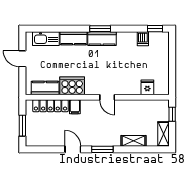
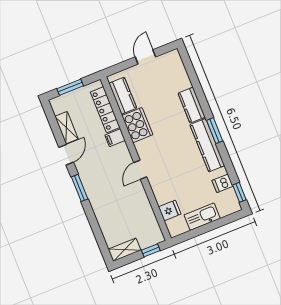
kitchen sink: (46, 39) -> (202, 217), moved, turned 90
kitchen counter: (102, 39) -> (207, 145), width x1.50
shelving: (134, 141) -> (66, 128), moved

